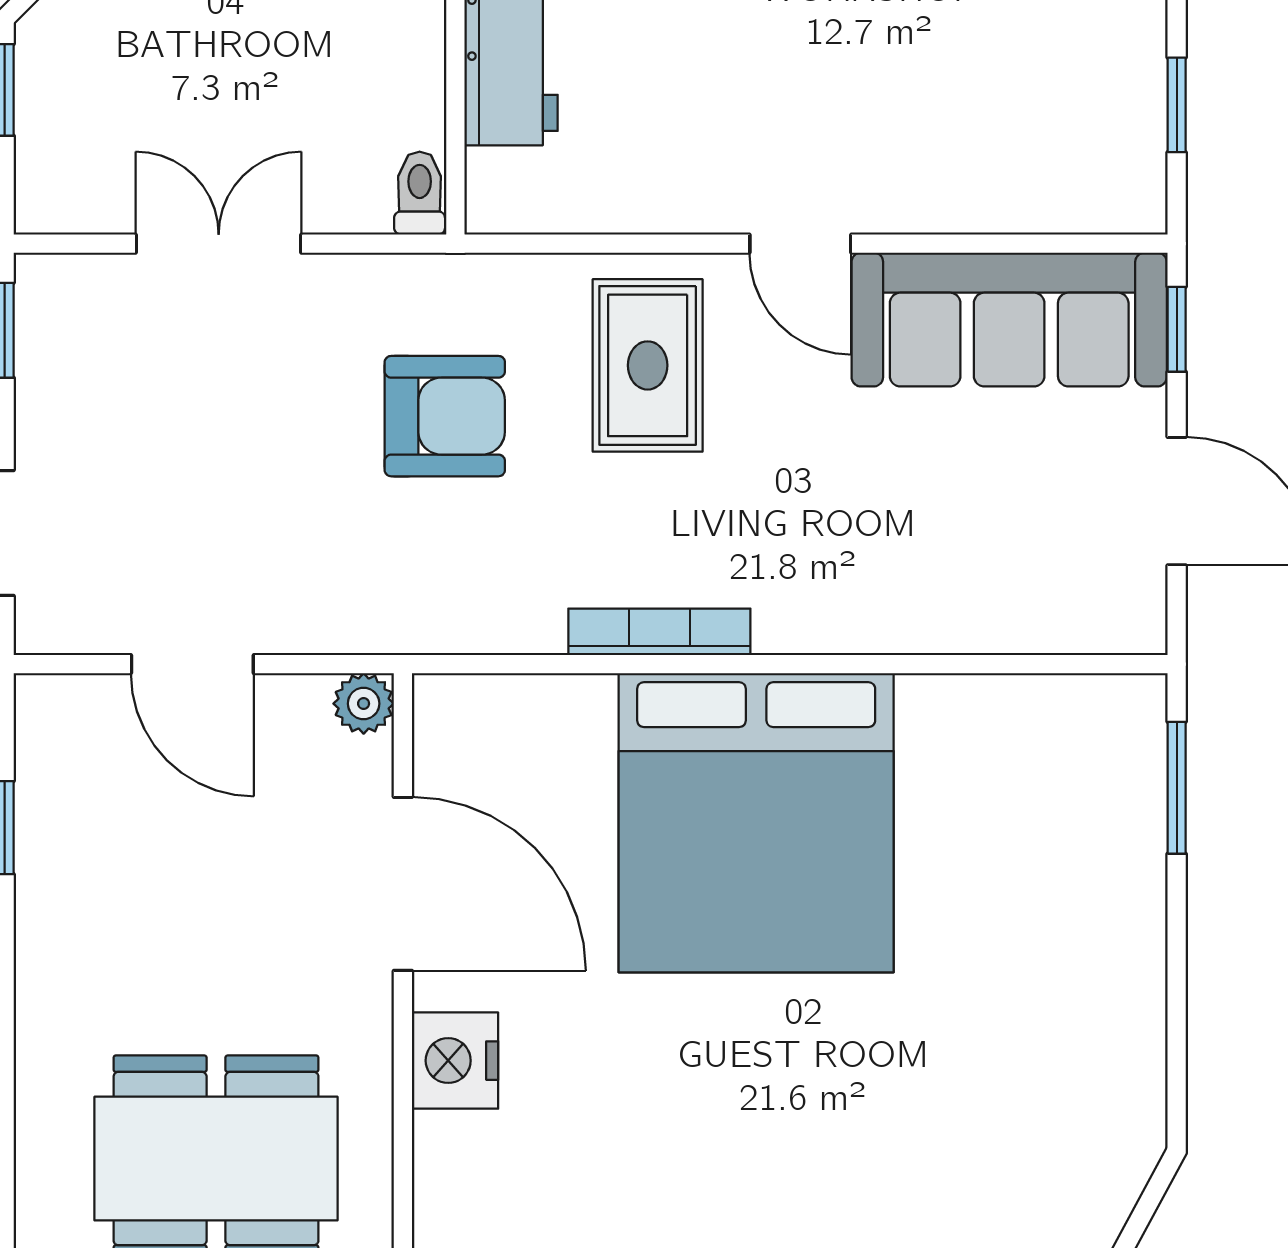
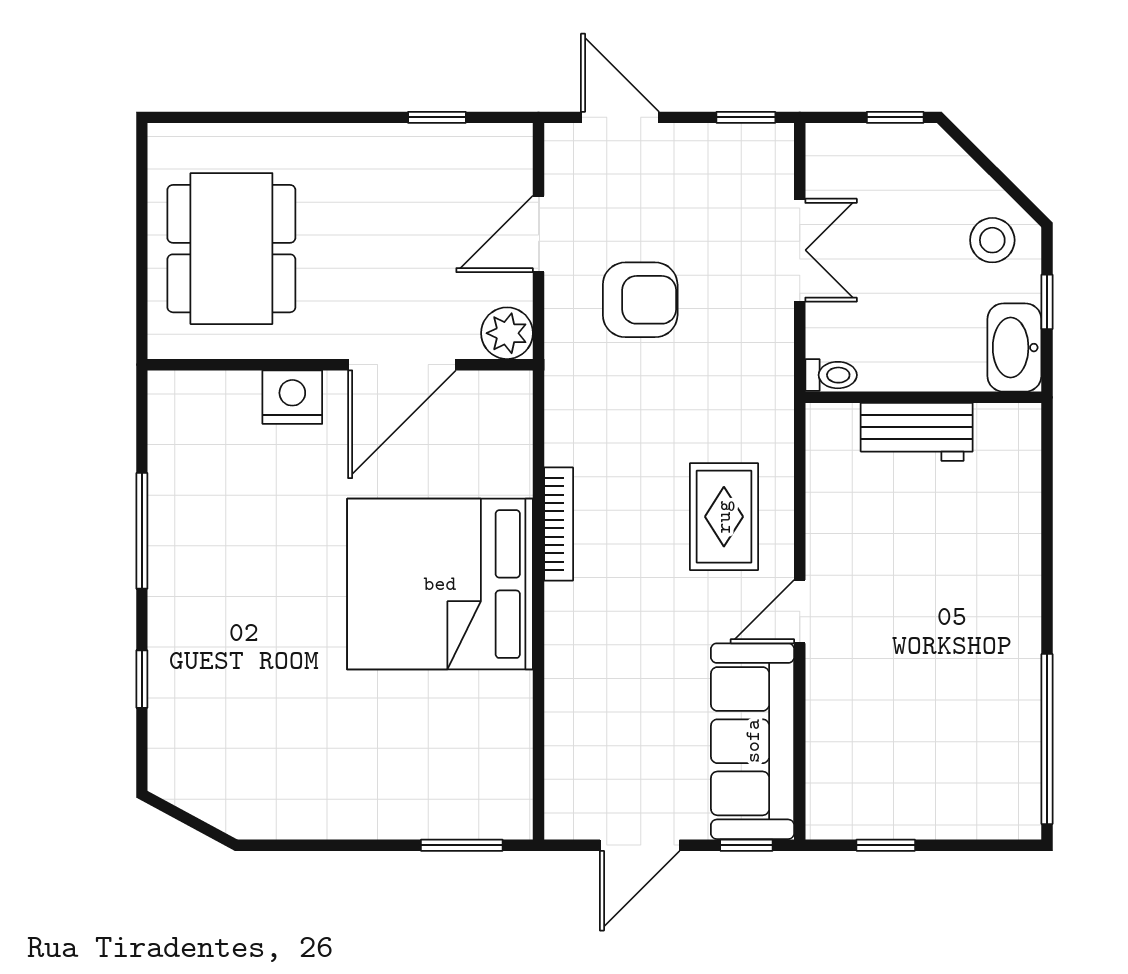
rug: (648, 365) -> (724, 517), turned 90
armchair: (445, 416) -> (640, 300), moved, turned -90
plant: (364, 704) -> (507, 333), width x1.38, depth x1.38

